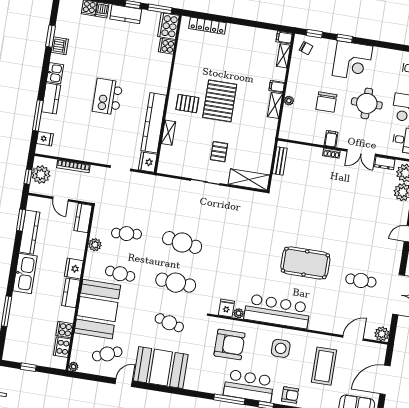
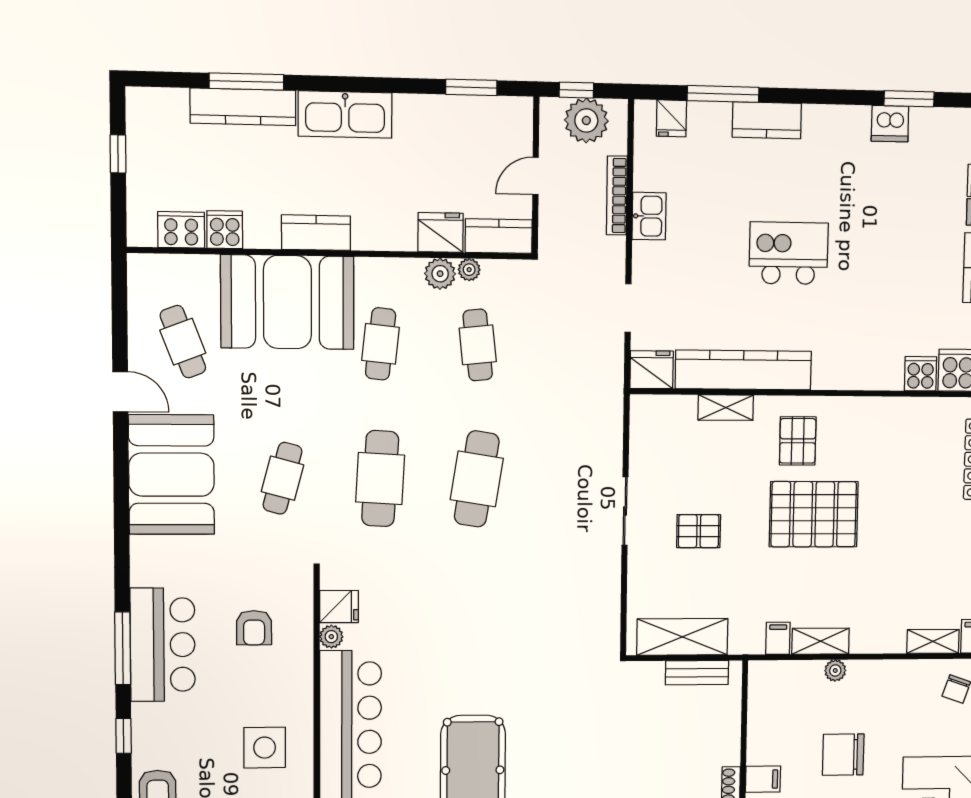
kitchen sink: (55, 73) -> (649, 216), moved, turned -90
filing cabinet: (277, 87) -> (778, 638), moved
shelving: (249, 180) -> (682, 637), moved, turned 90
kitchen counter: (29, 232) -> (243, 107), moved
fridge: (74, 269) -> (441, 232), moved
armchair: (230, 344) -> (254, 628), width x0.53, depth x0.53
plant: (73, 367) -> (469, 270), moved
bar counter: (249, 386) -> (163, 645), moved

